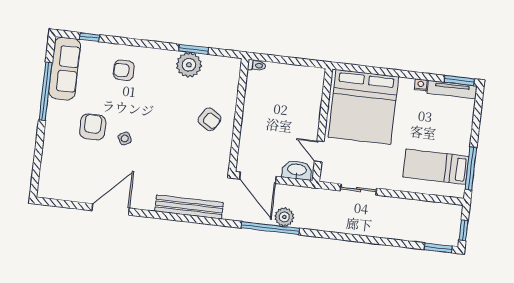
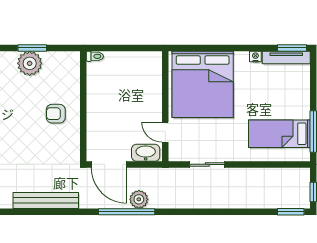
armchair: (210, 119) -> (56, 114), turned 148

